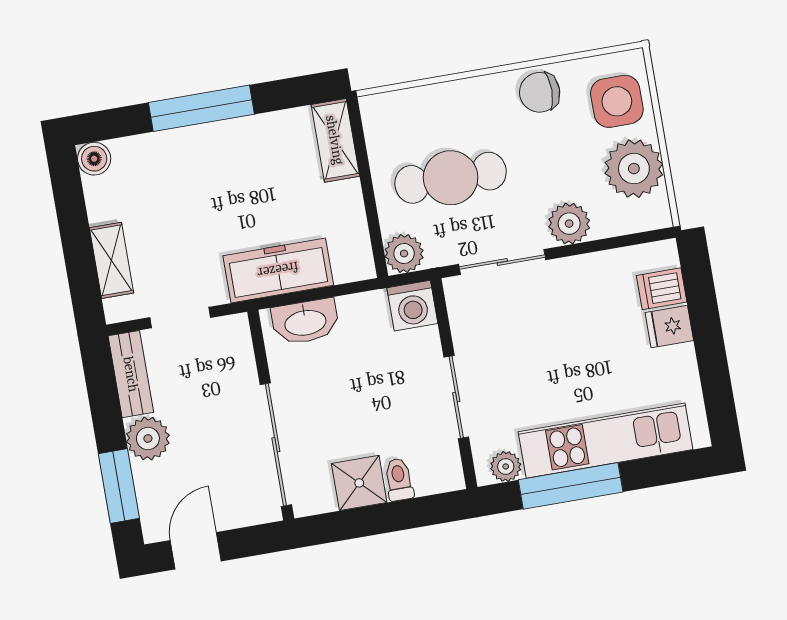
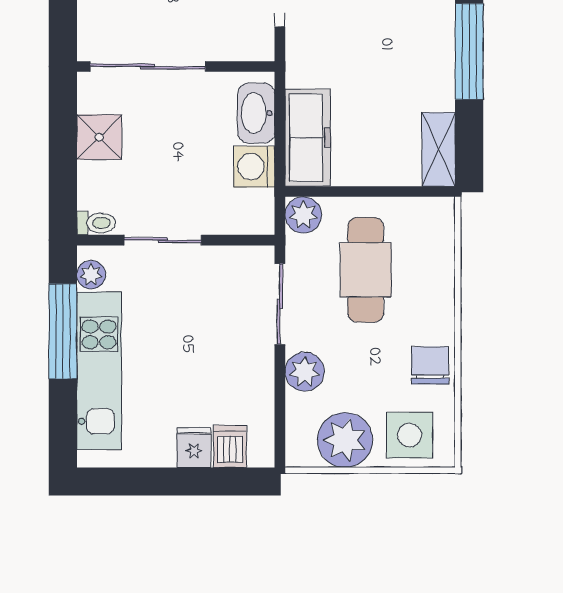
shelving: (335, 140) -> (439, 149), moved, turned 90
freezer: (278, 270) -> (308, 138), moved
washing machine: (412, 306) -> (254, 167), moved
toilet: (399, 479) -> (96, 223), moved

